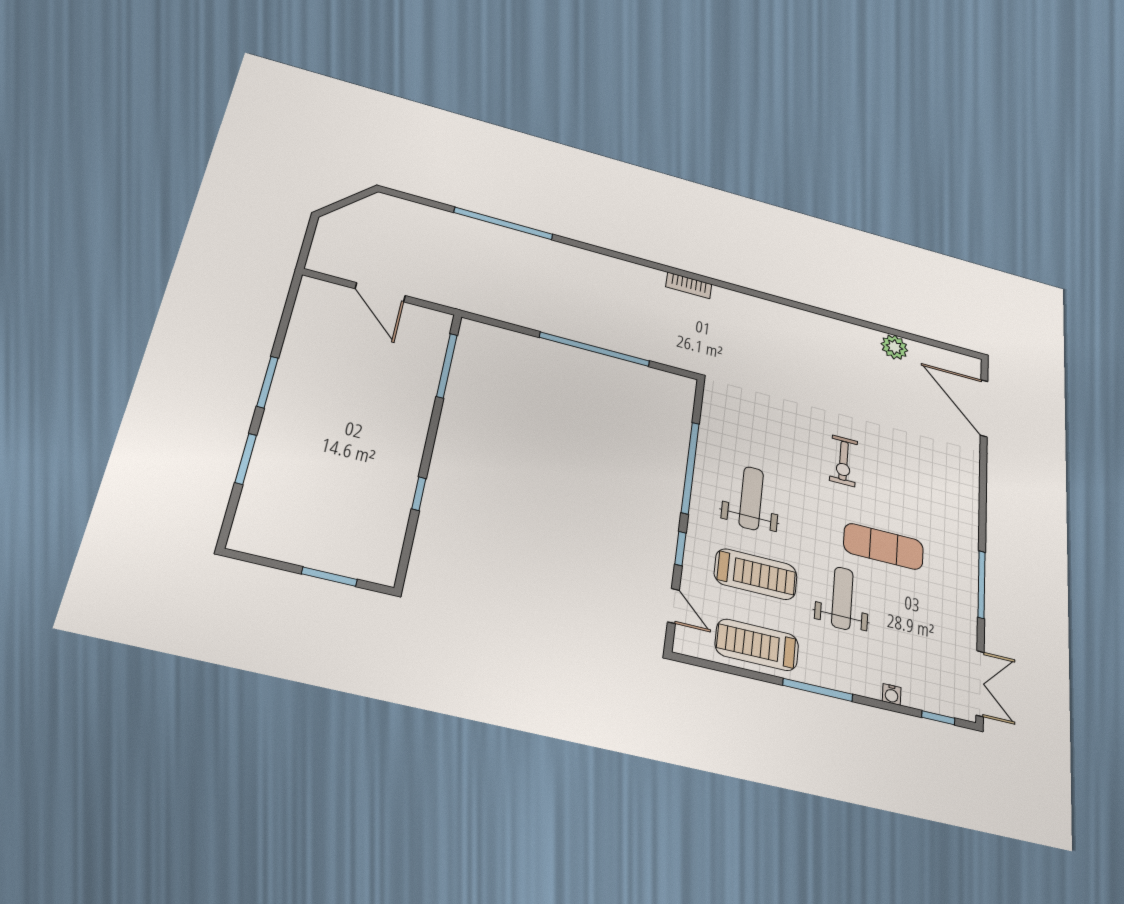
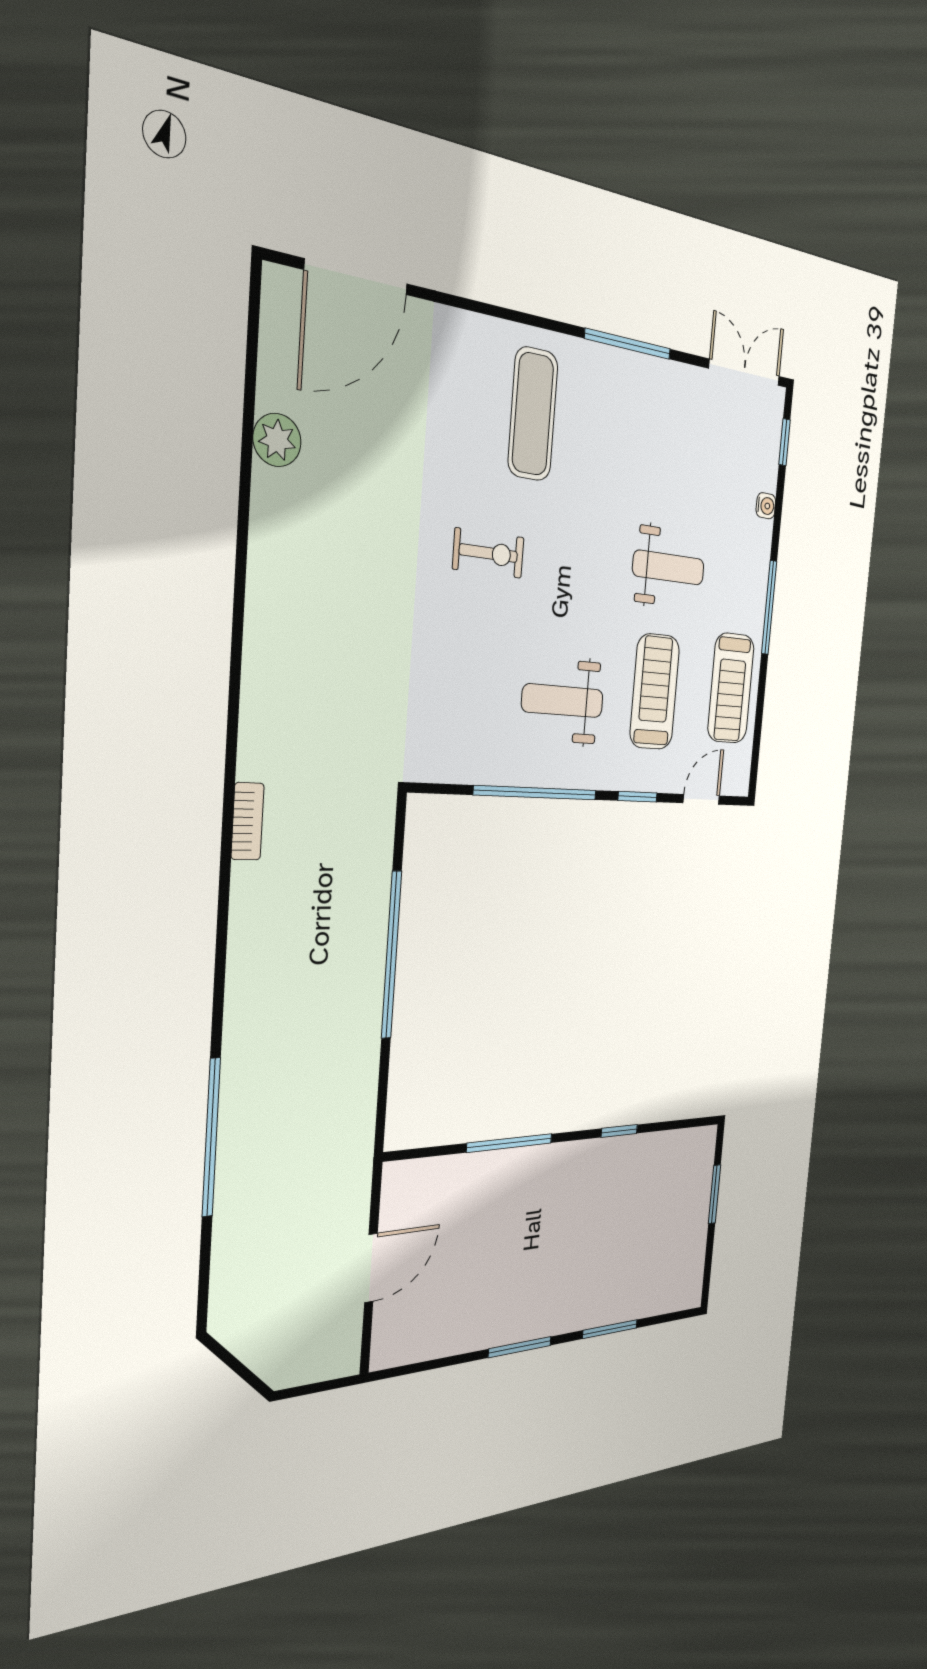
window: (447, 366) -> (510, 1143), moved
exercise mat: (883, 546) -> (533, 414), moved
weight bench: (842, 598) -> (668, 568), turned 180

